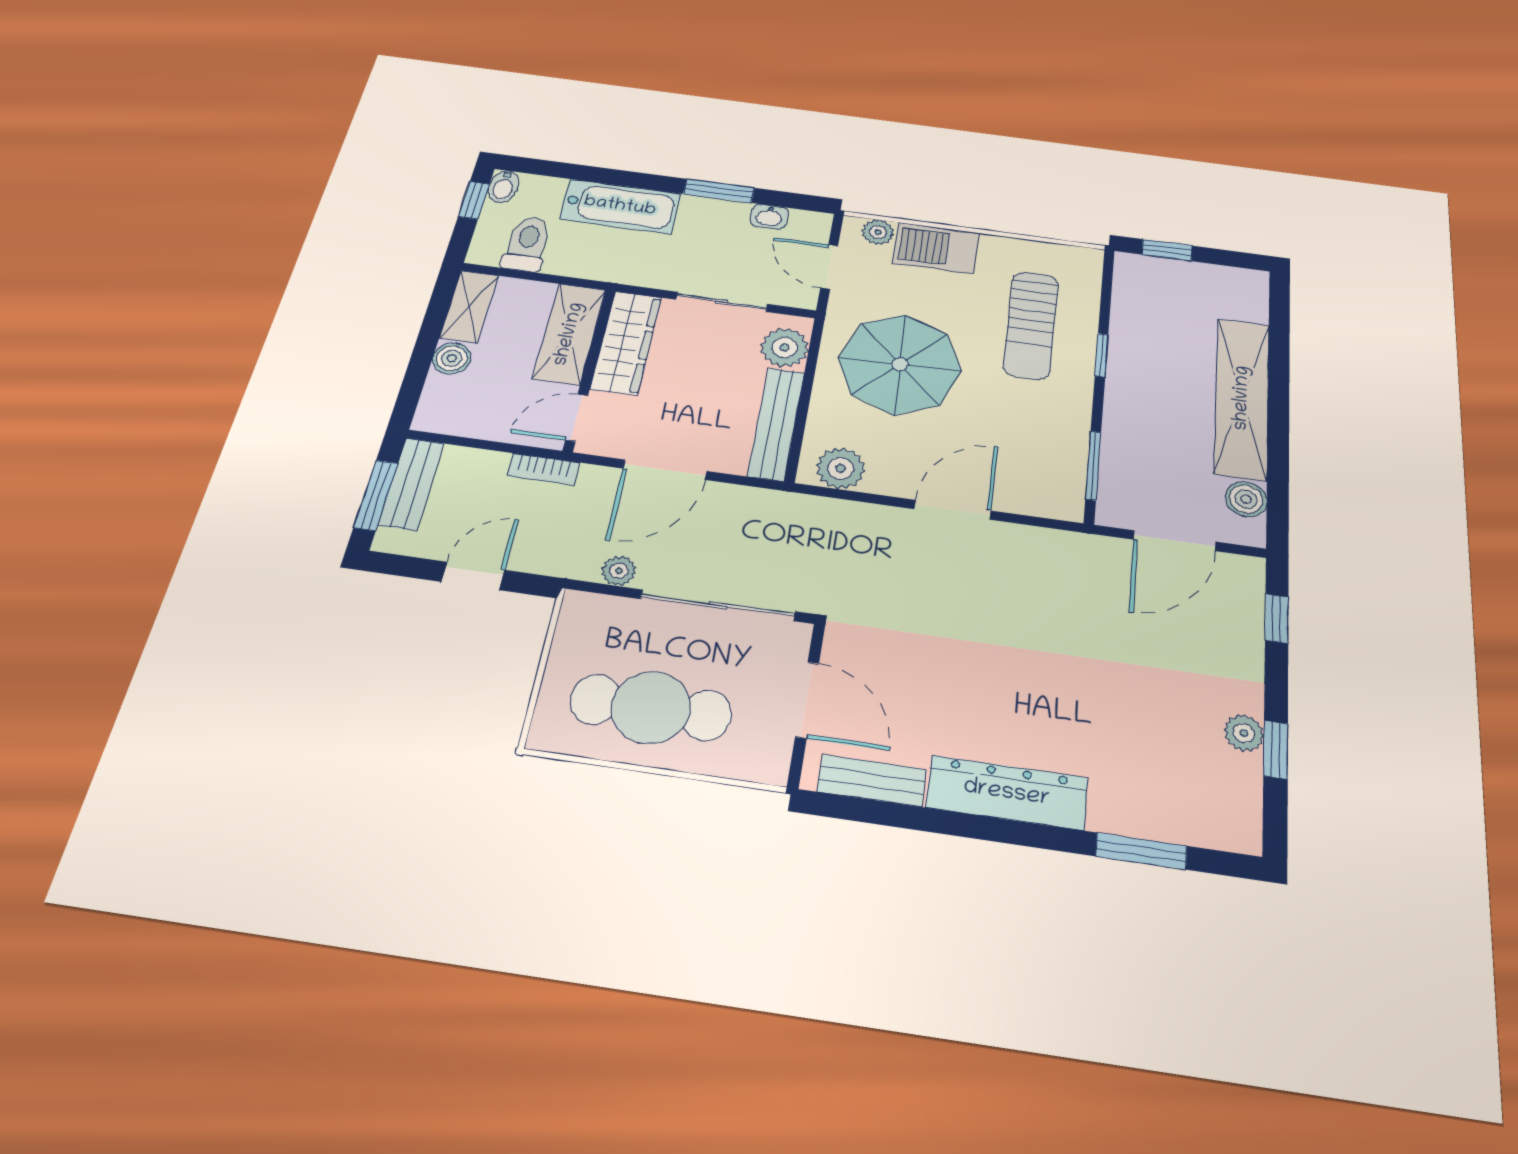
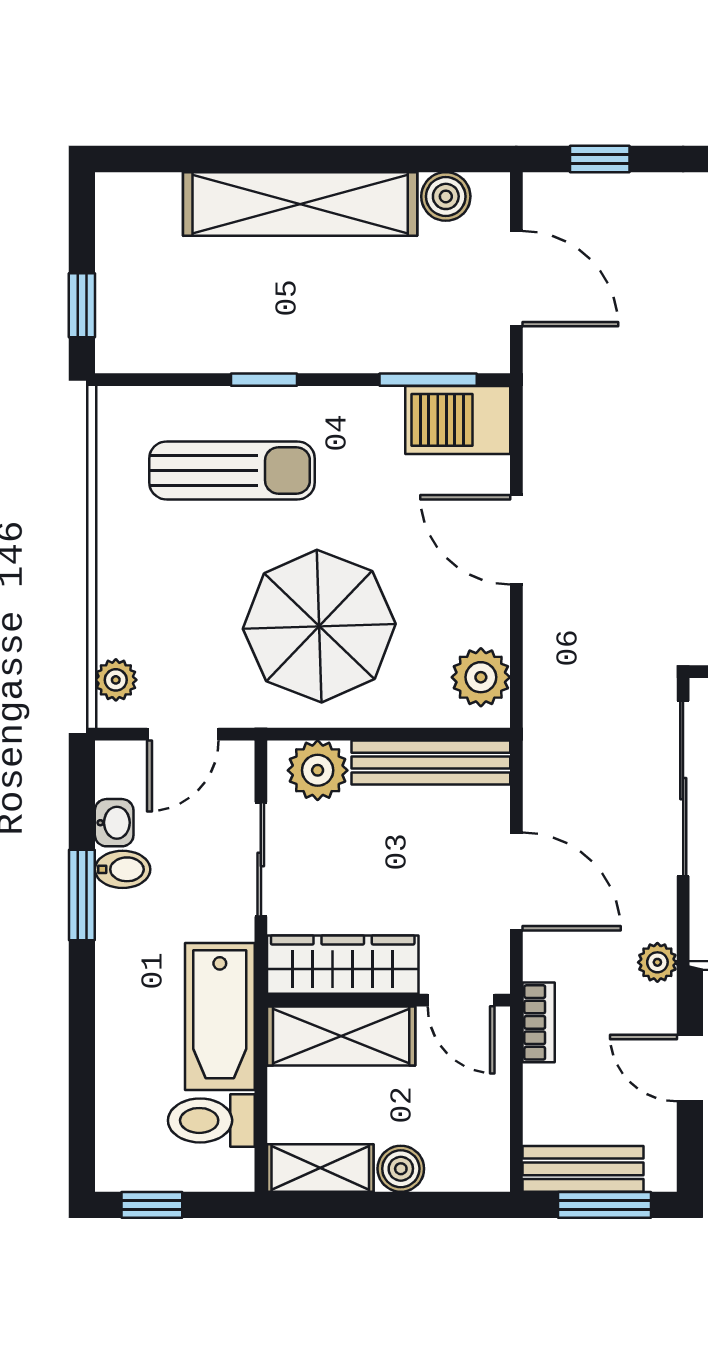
bidet: (503, 187) -> (123, 869), moved
bathtub: (620, 206) -> (220, 1016), moved, turned 180
barbecue: (936, 248) -> (458, 420), moved, turned 90
plant: (619, 571) -> (657, 962), moved

